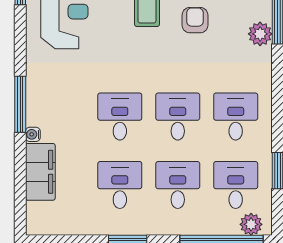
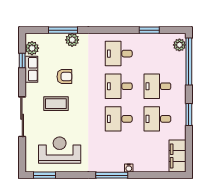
armchair: (195, 20) -> (64, 77), turned 180
filing cabinet: (40, 172) -> (177, 156), moved, turned -90
desk: (236, 185) -> (157, 54), removed

